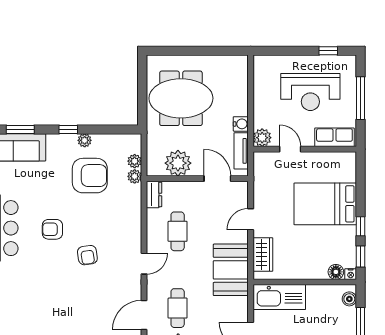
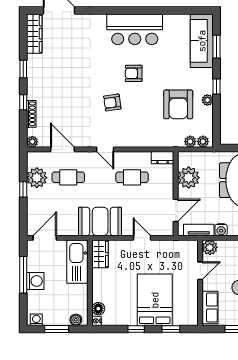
plant: (135, 176) -> (203, 142), moved
armchair: (52, 229) -> (134, 73), turned -90
wardrobe: (263, 255) -> (100, 254), moved, turned -90
window: (360, 257) -> (171, 329), moved

